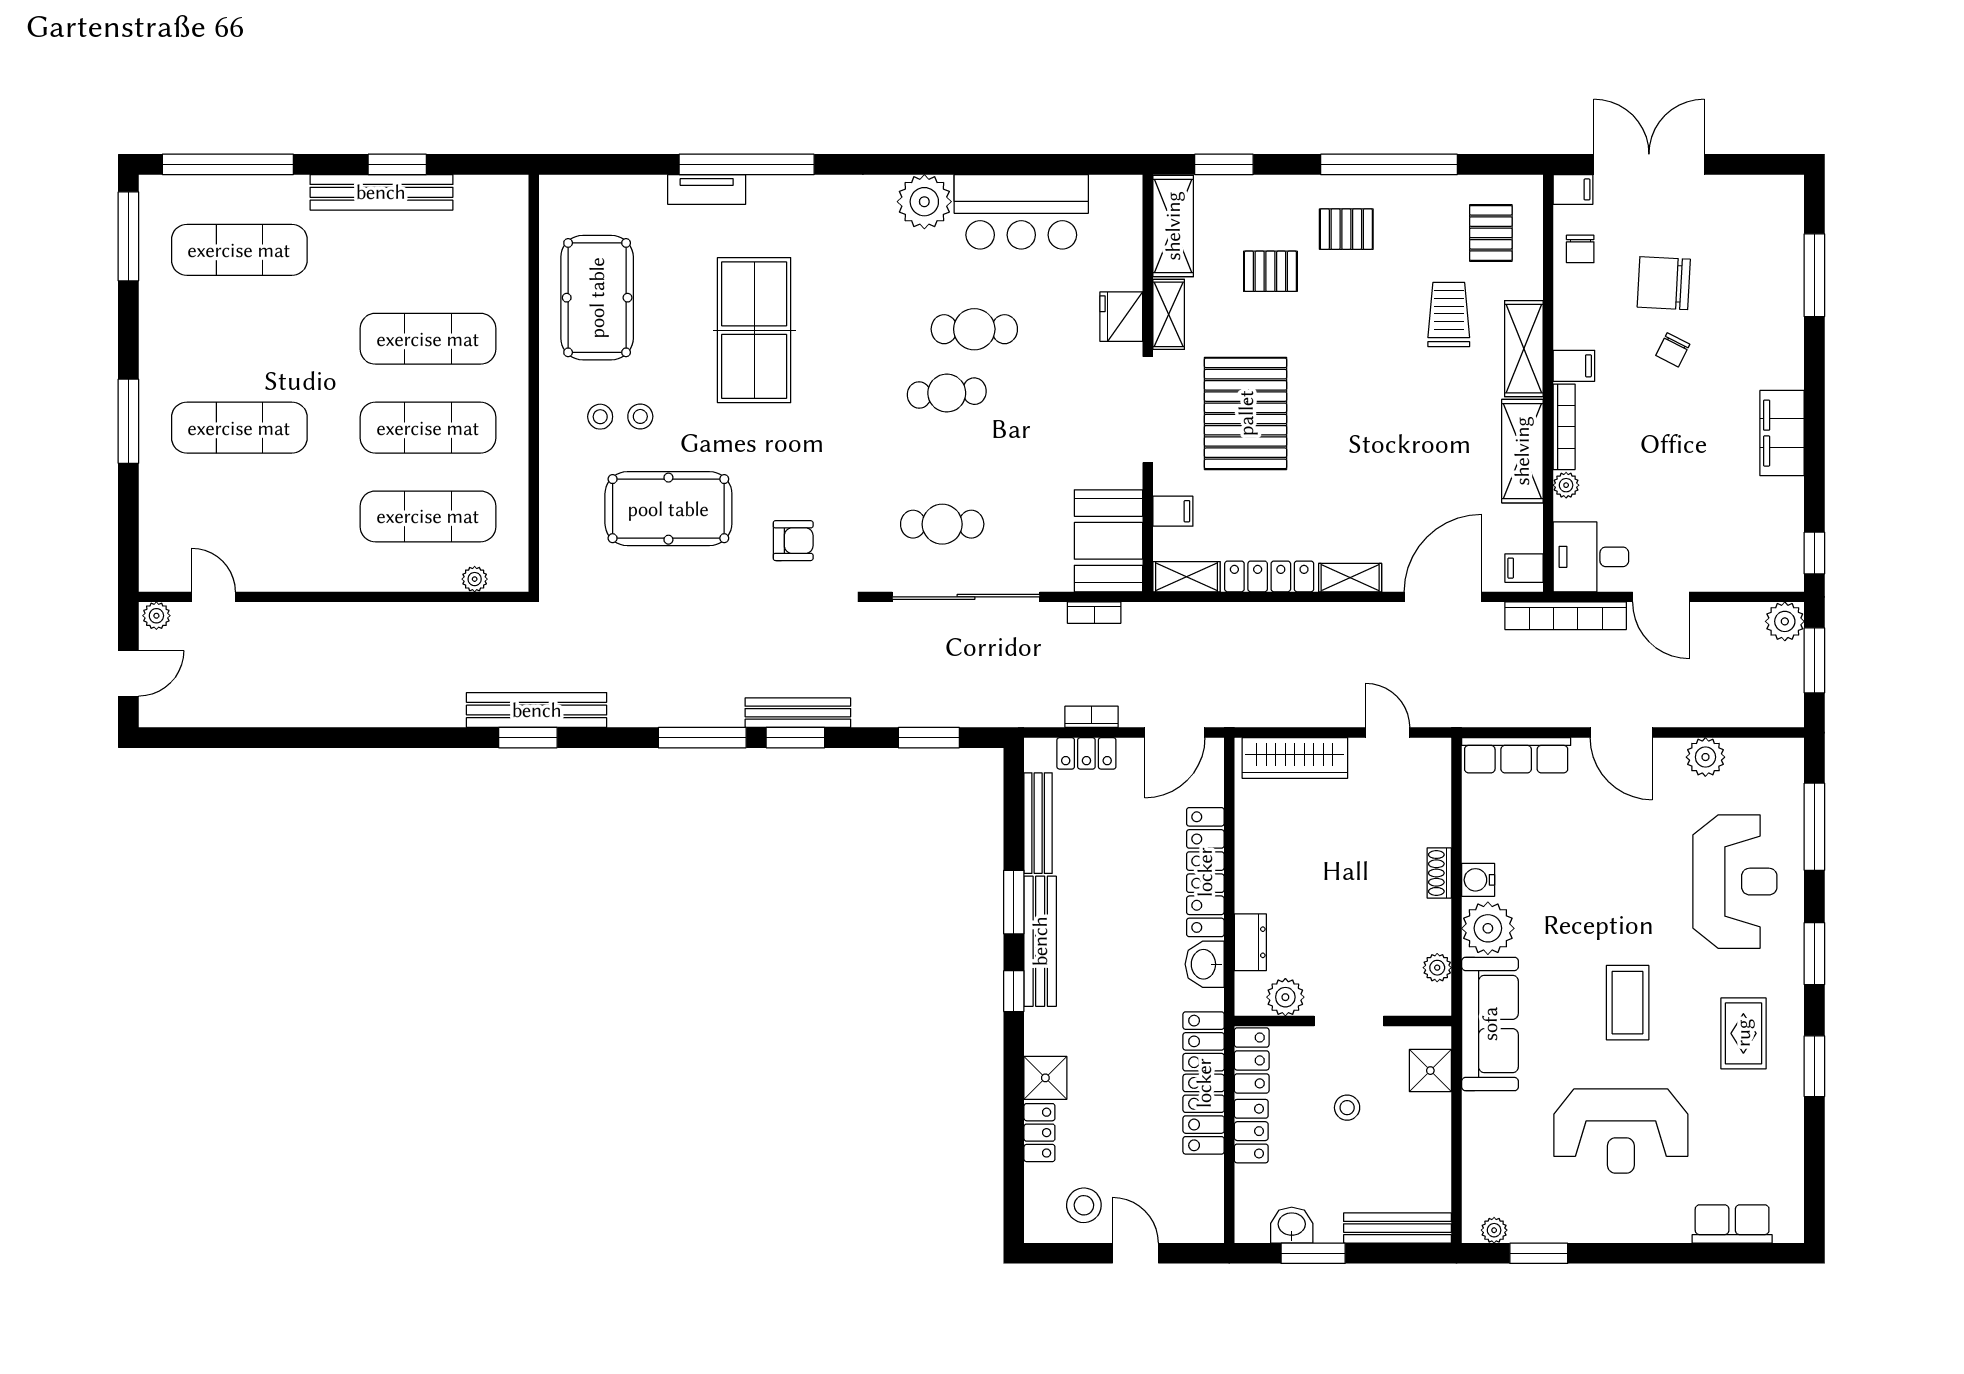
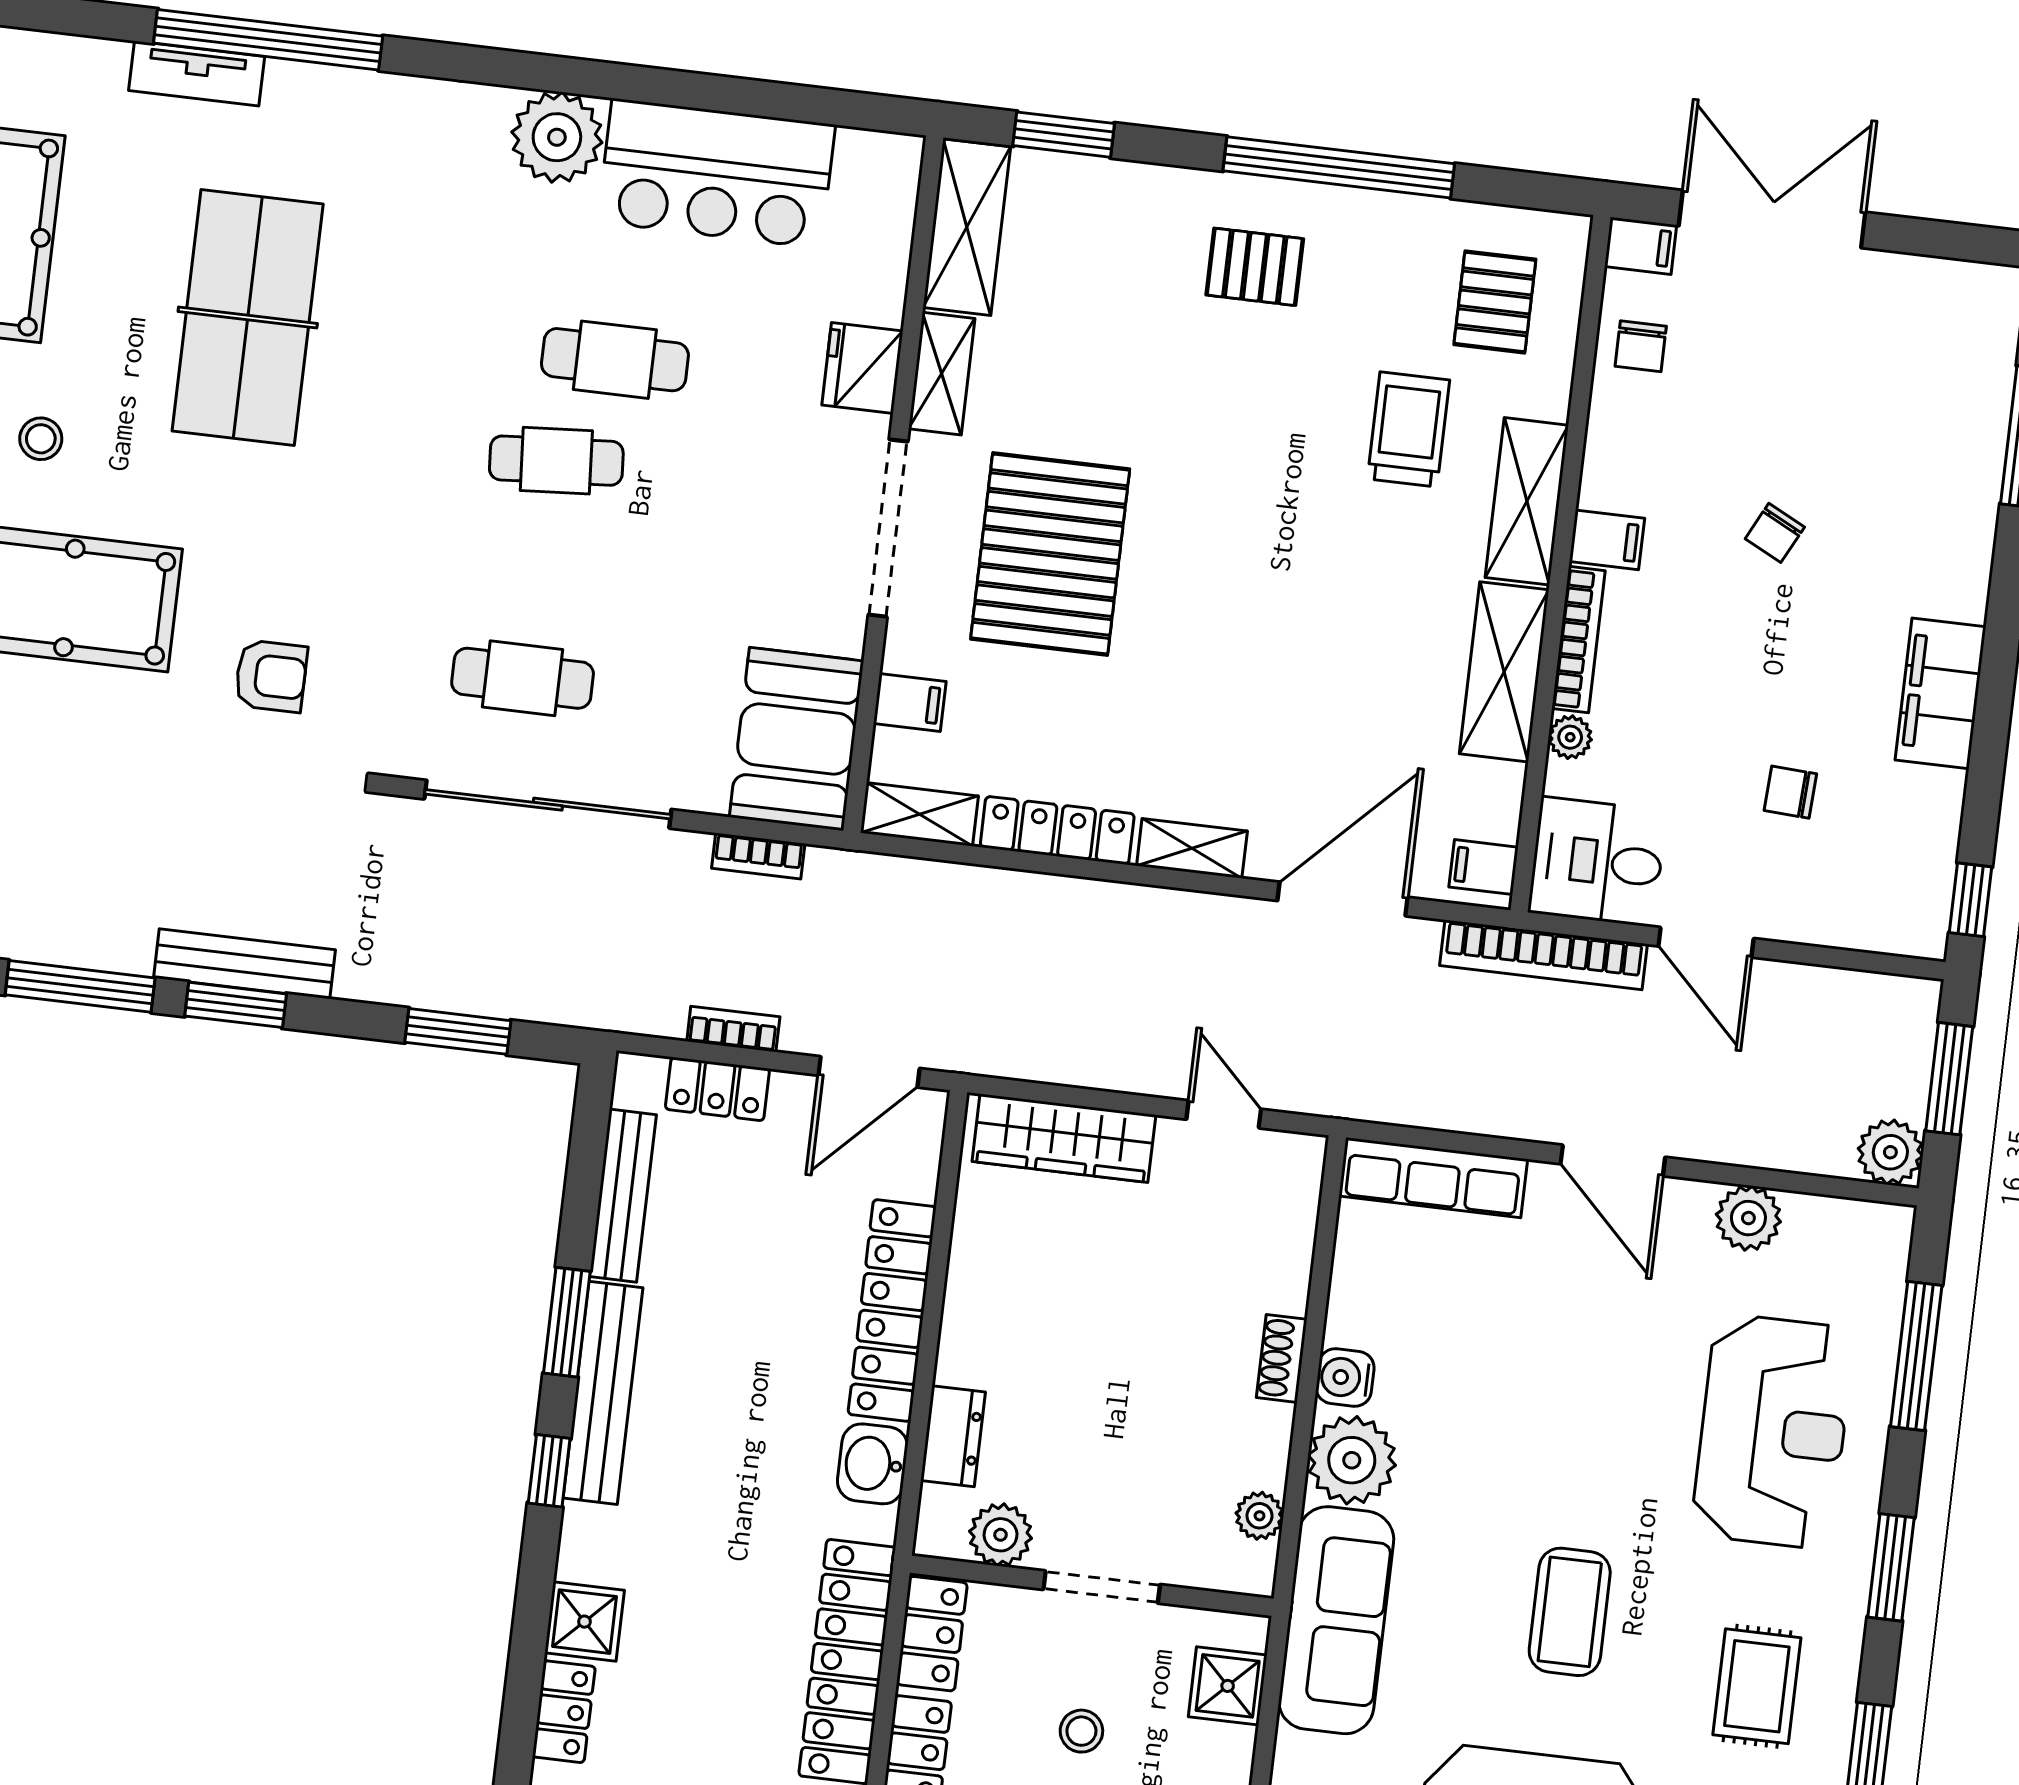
pallet: (1270, 271) -> (1120, 322), removed
chair: (1664, 283) -> (1790, 792), moved, width x0.54, depth x0.54
plant: (1785, 621) -> (1890, 1152), moved

